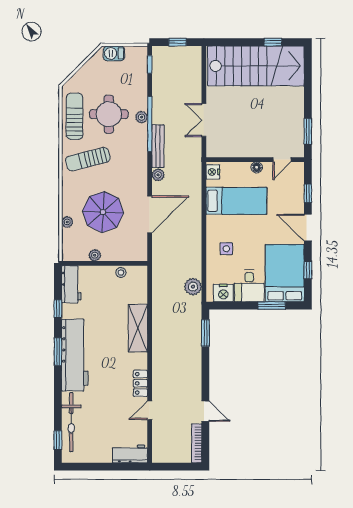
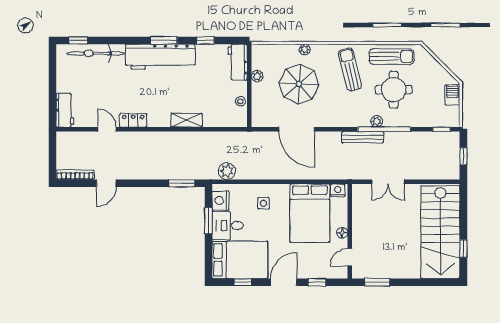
plant: (141, 117) -> (376, 121), moved
double door: (204, 120) -> (388, 182), swing flipped
door: (282, 160) -> (350, 257), hinge flipped
plant: (158, 175) -> (335, 137), removed
bed: (236, 201) -> (310, 213), width x1.50
plant: (67, 222) -> (305, 49), moved
workbench: (71, 284) -> (238, 62), moved, turned 90
window: (272, 306) -> (208, 221), moved
shelving: (138, 328) -> (187, 120), width x0.67, depth x0.75

